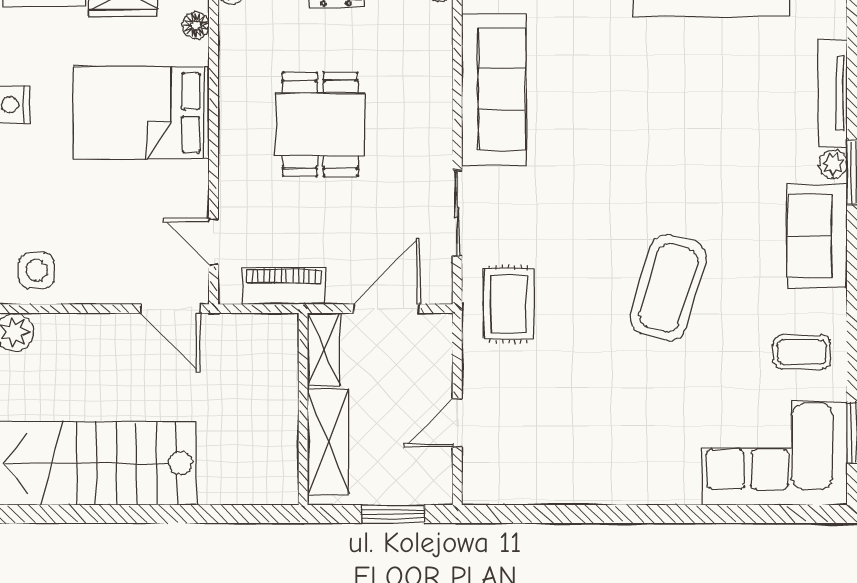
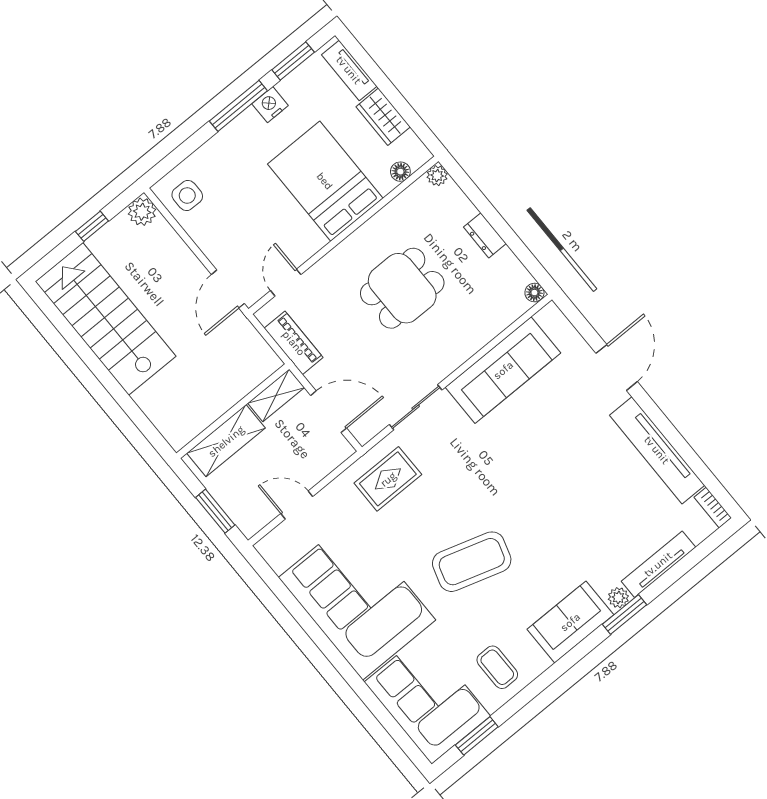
corner sofa: (608, 440) -> (357, 599), added

